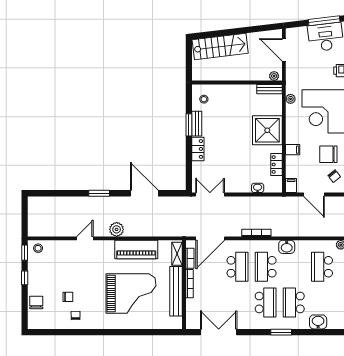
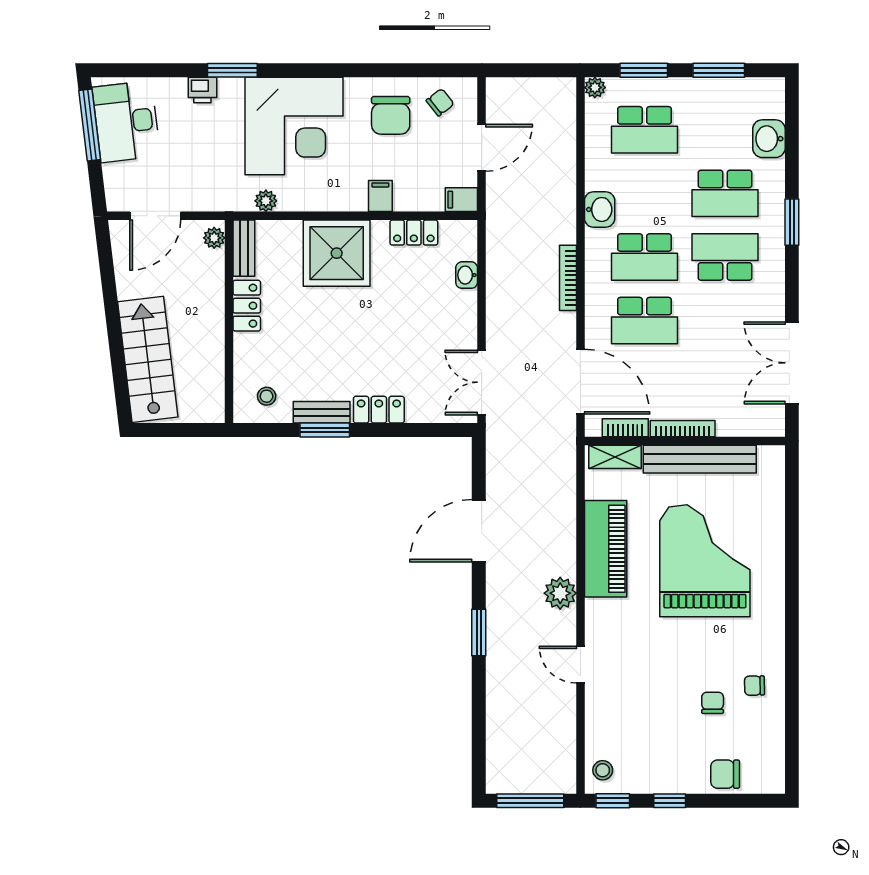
locker: (244, 90) -> (247, 306), added
window: (25, 216) -> (530, 801), added
school desk: (237, 267) -> (645, 321), turned 180

